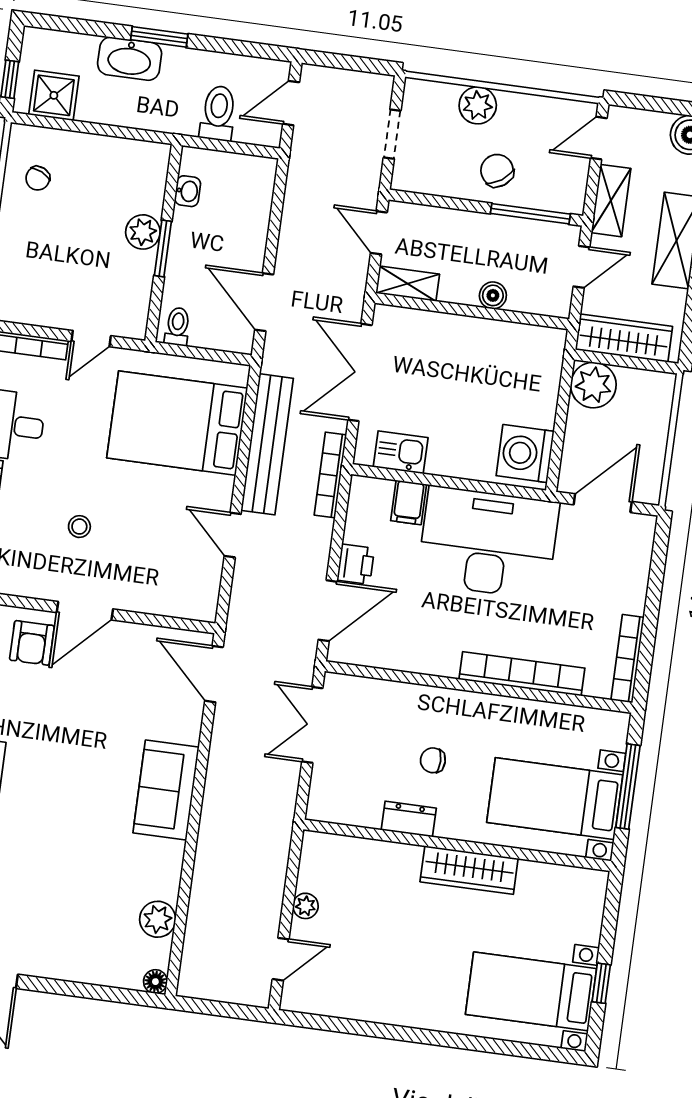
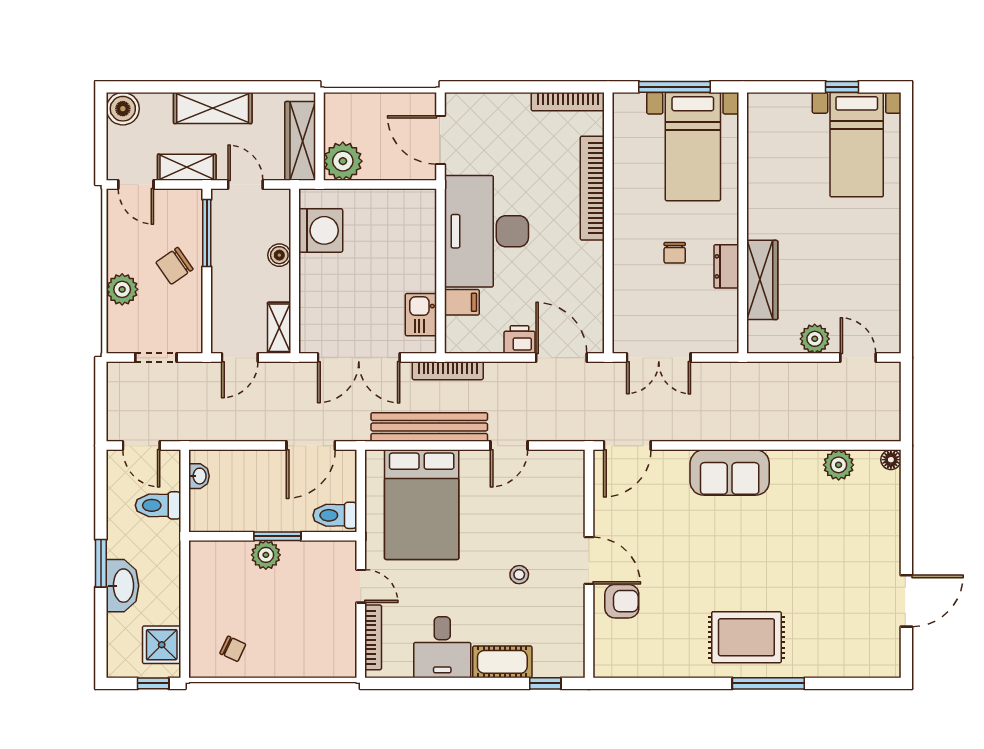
washbasin: (188, 191) -> (199, 476), moved, turned 90
toilet: (177, 327) -> (335, 515), width x1.37, depth x1.39
washing machine: (525, 454) -> (321, 230), moved, turned -90
wardrobe: (469, 870) -> (762, 280), moved
plant: (305, 906) -> (815, 339), width x1.38, depth x1.38

